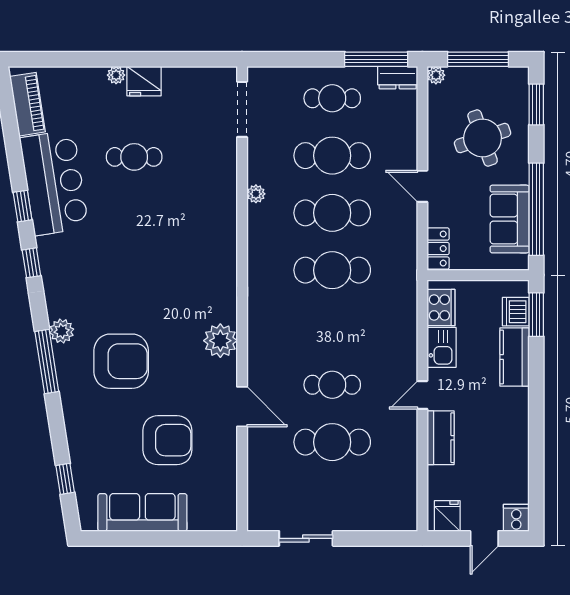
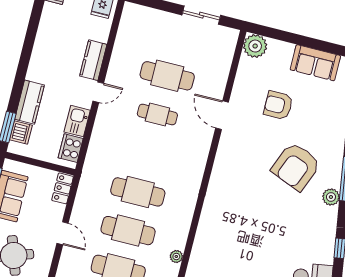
plant: (220, 341) -> (255, 46), moved
armchair: (121, 361) -> (296, 166), turned -68
armchair: (167, 440) -> (278, 105), width x0.73, depth x0.73
sofa: (142, 512) -> (315, 63), width x0.73

